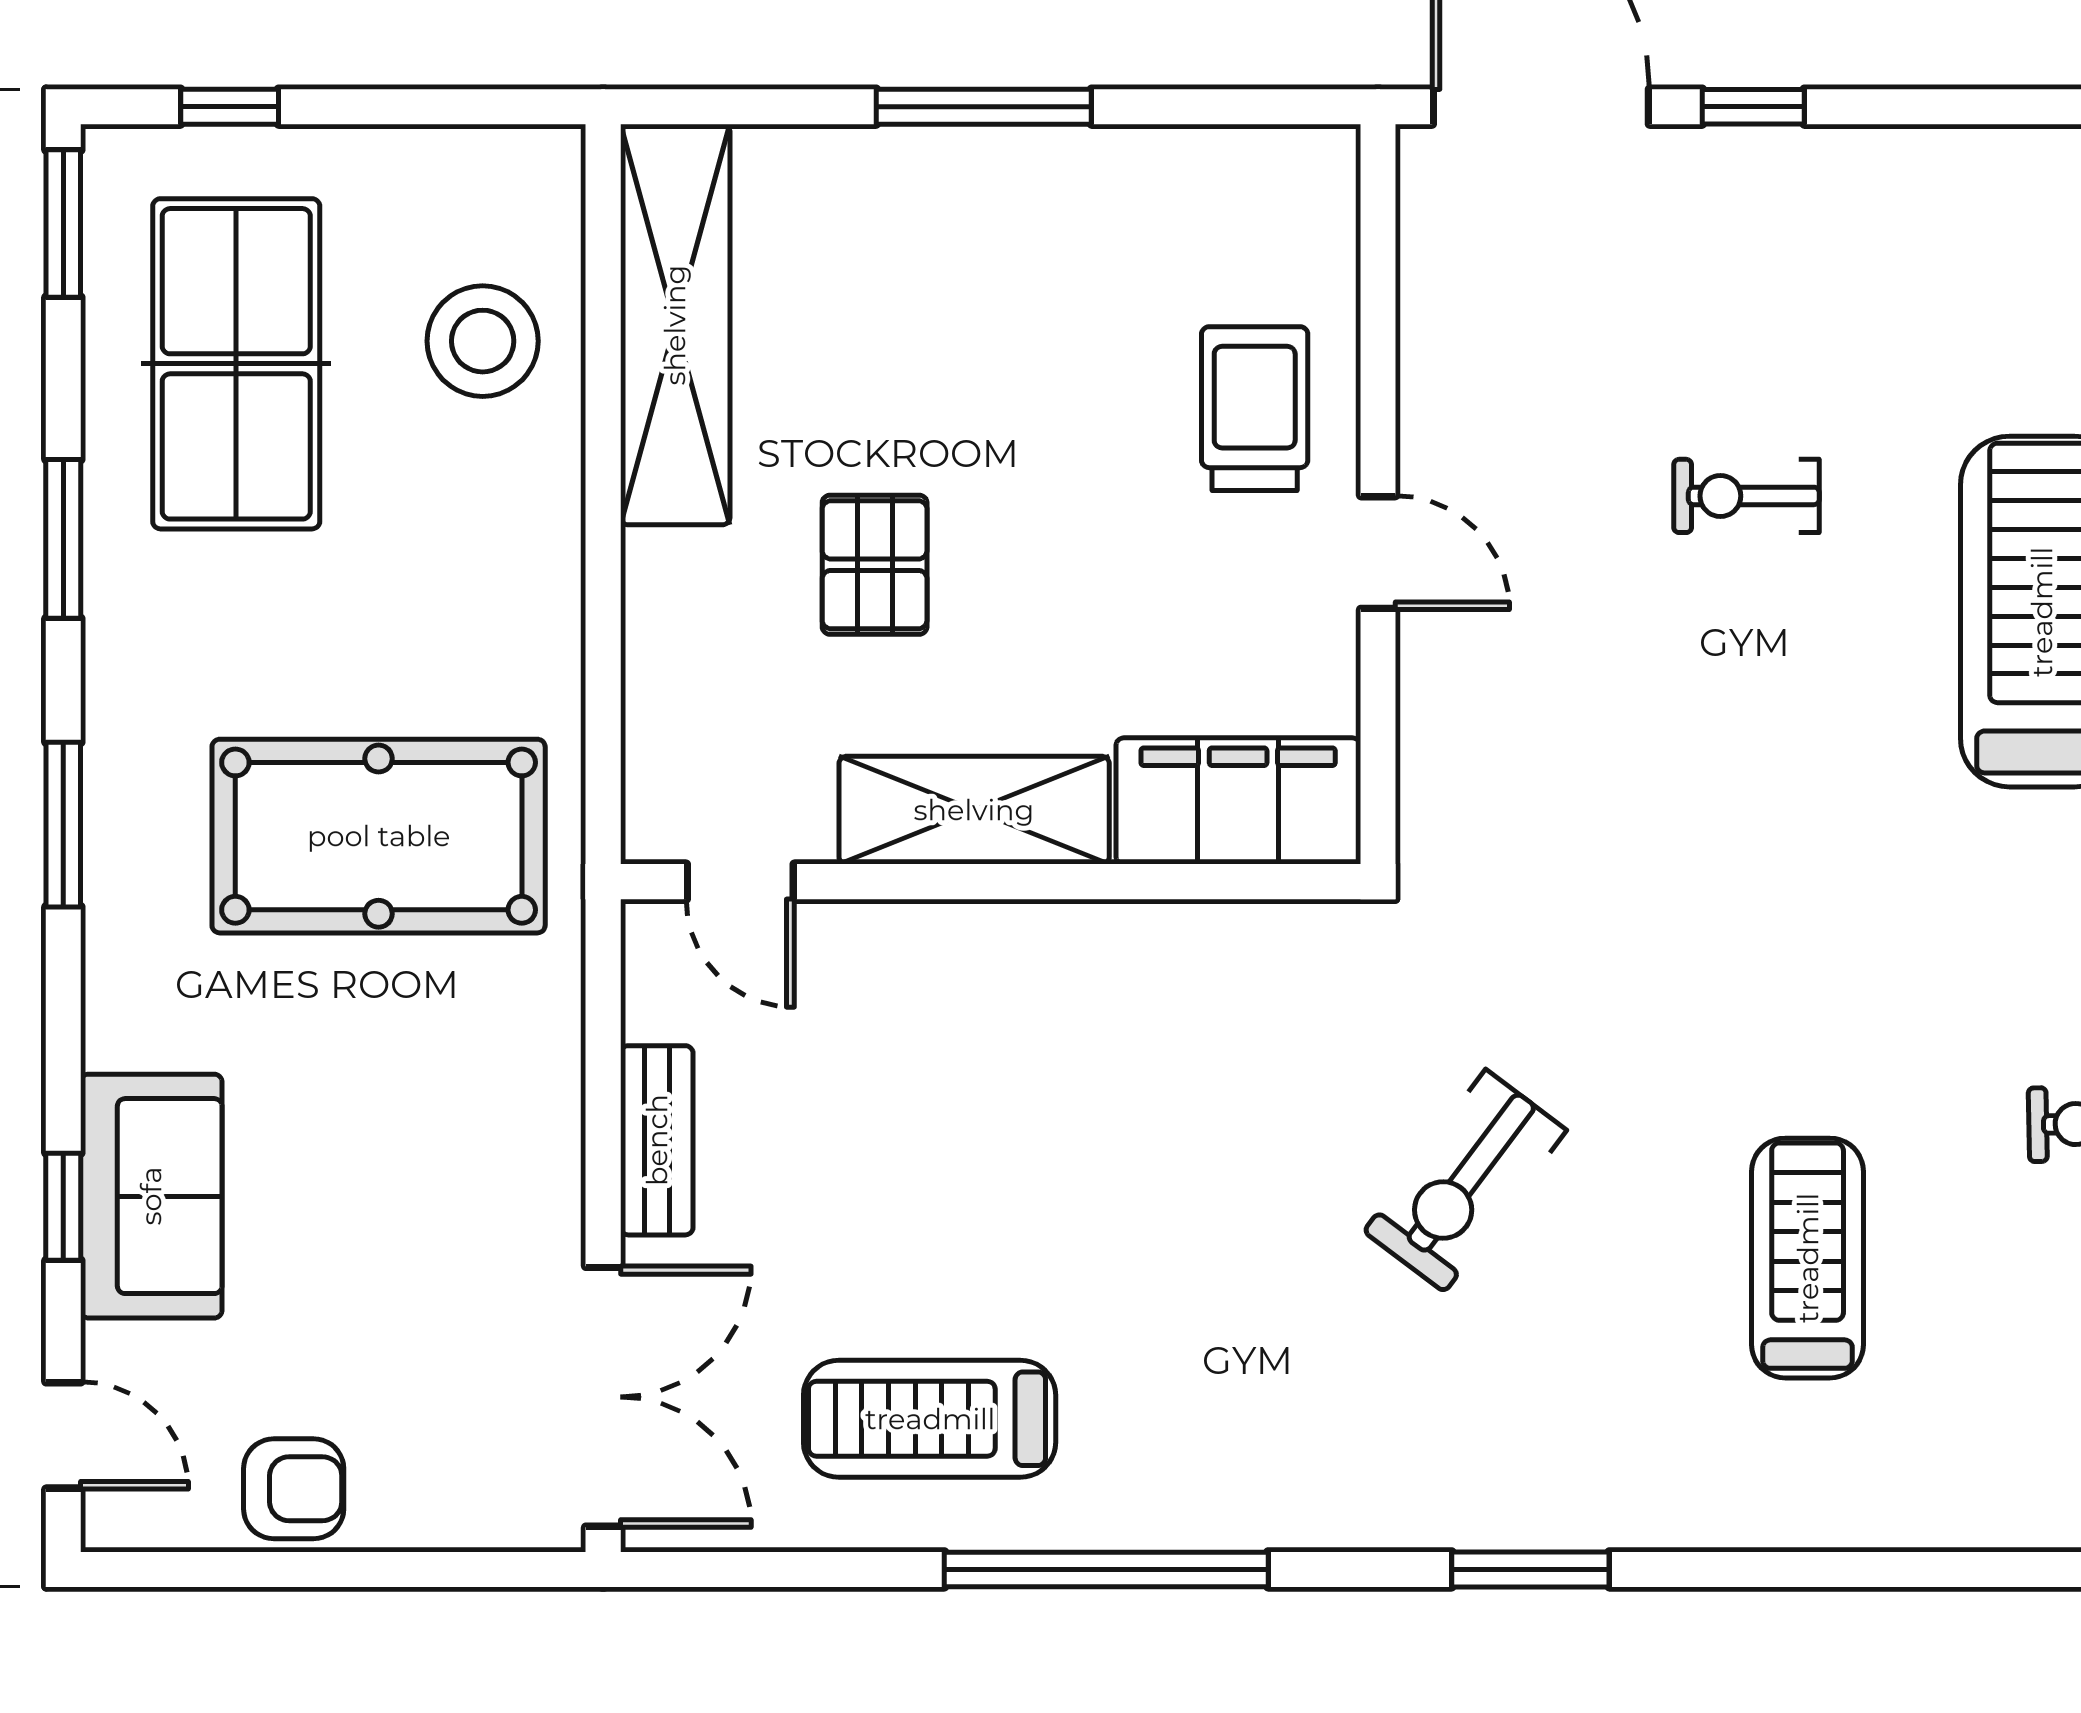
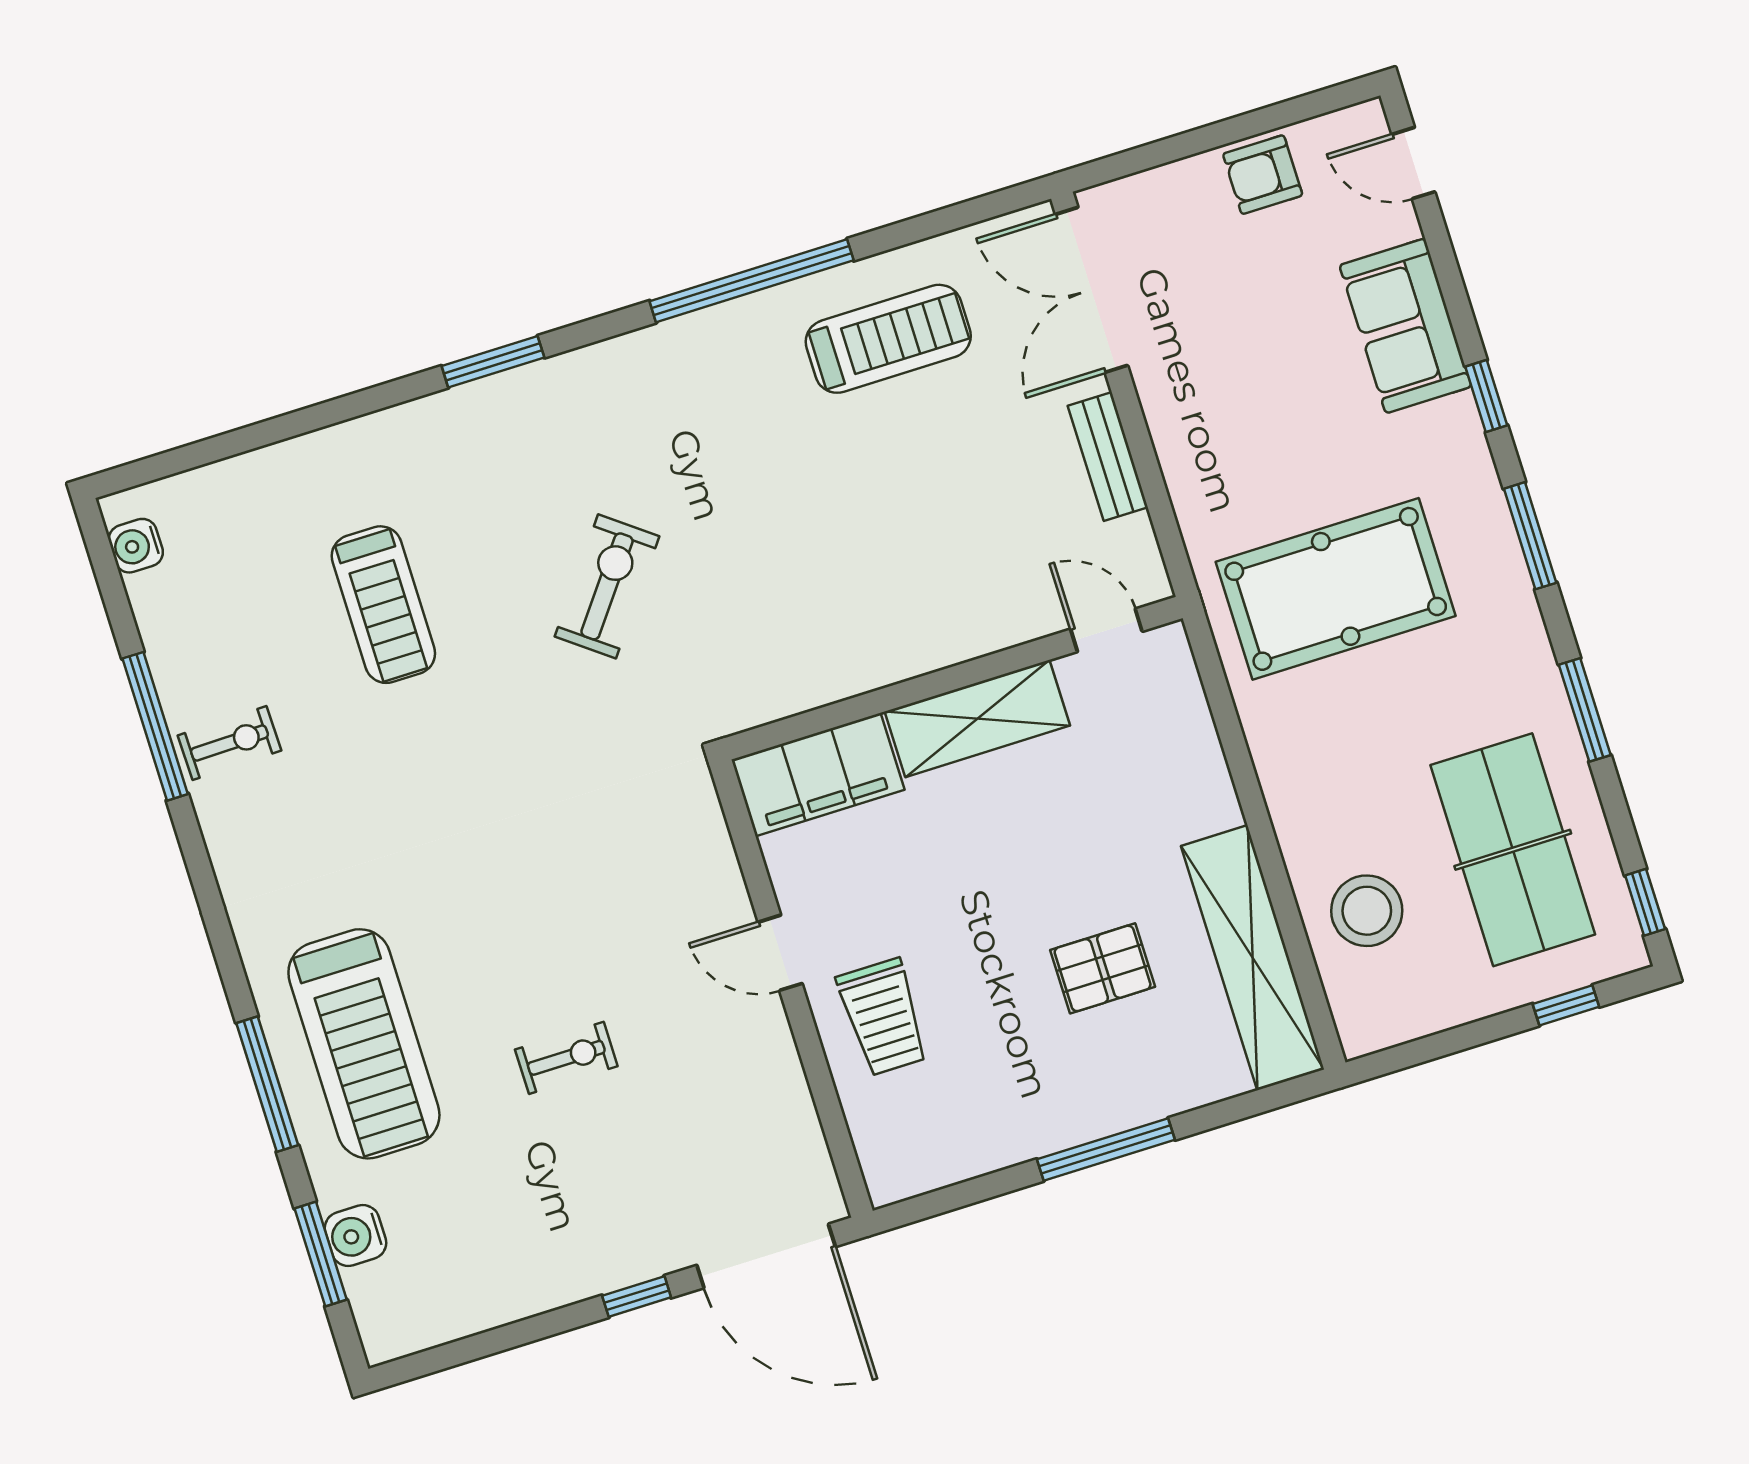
window: (63, 224) -> (1645, 902), width x0.67
pallet: (875, 565) -> (1103, 968), moved, turned 90
window: (63, 1207) -> (1486, 396), moved

